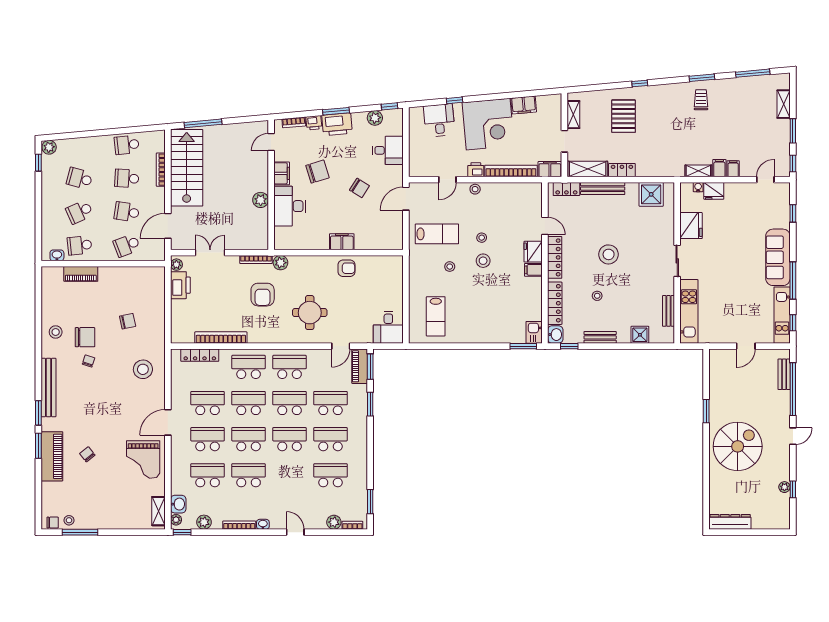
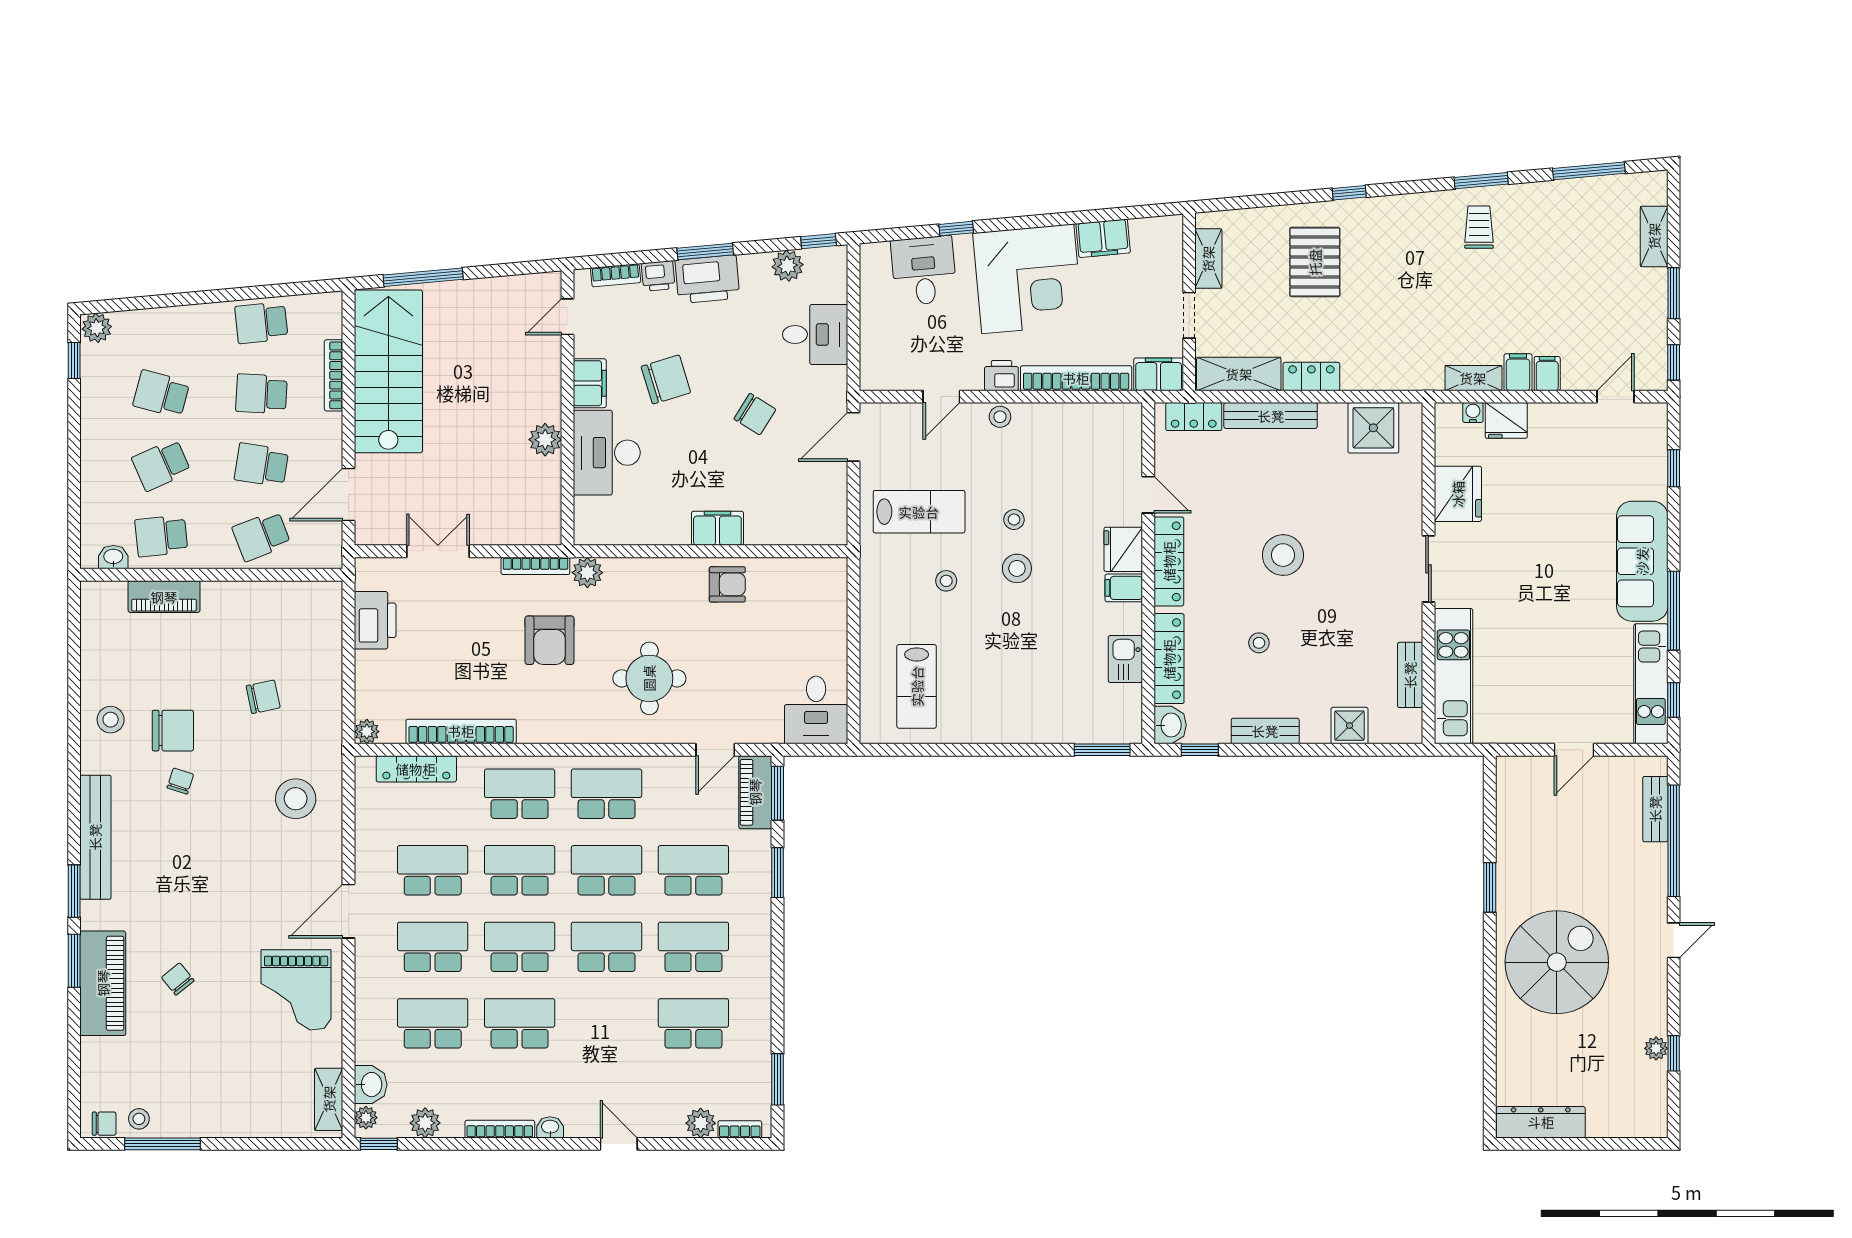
plant: (176, 265) -> (367, 732), moved
kitchen sink: (534, 332) -> (1125, 659), moved

